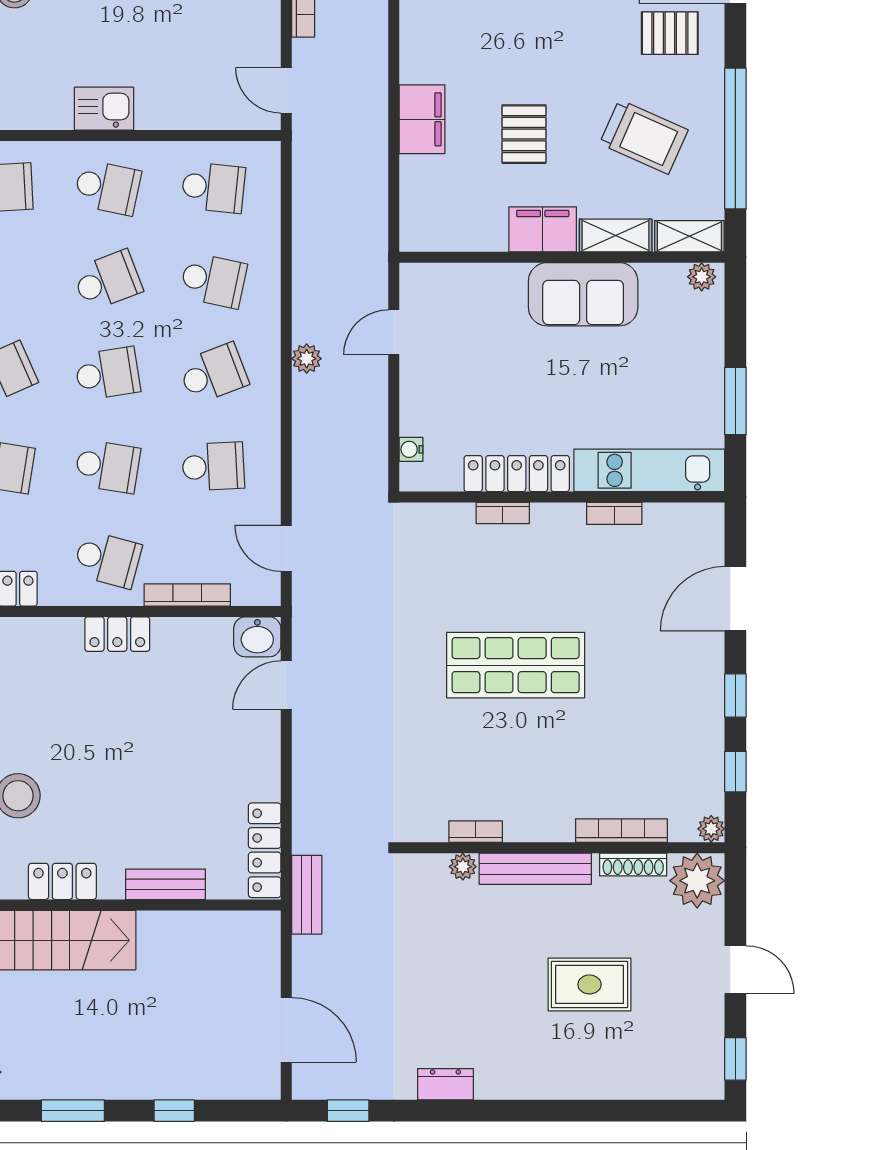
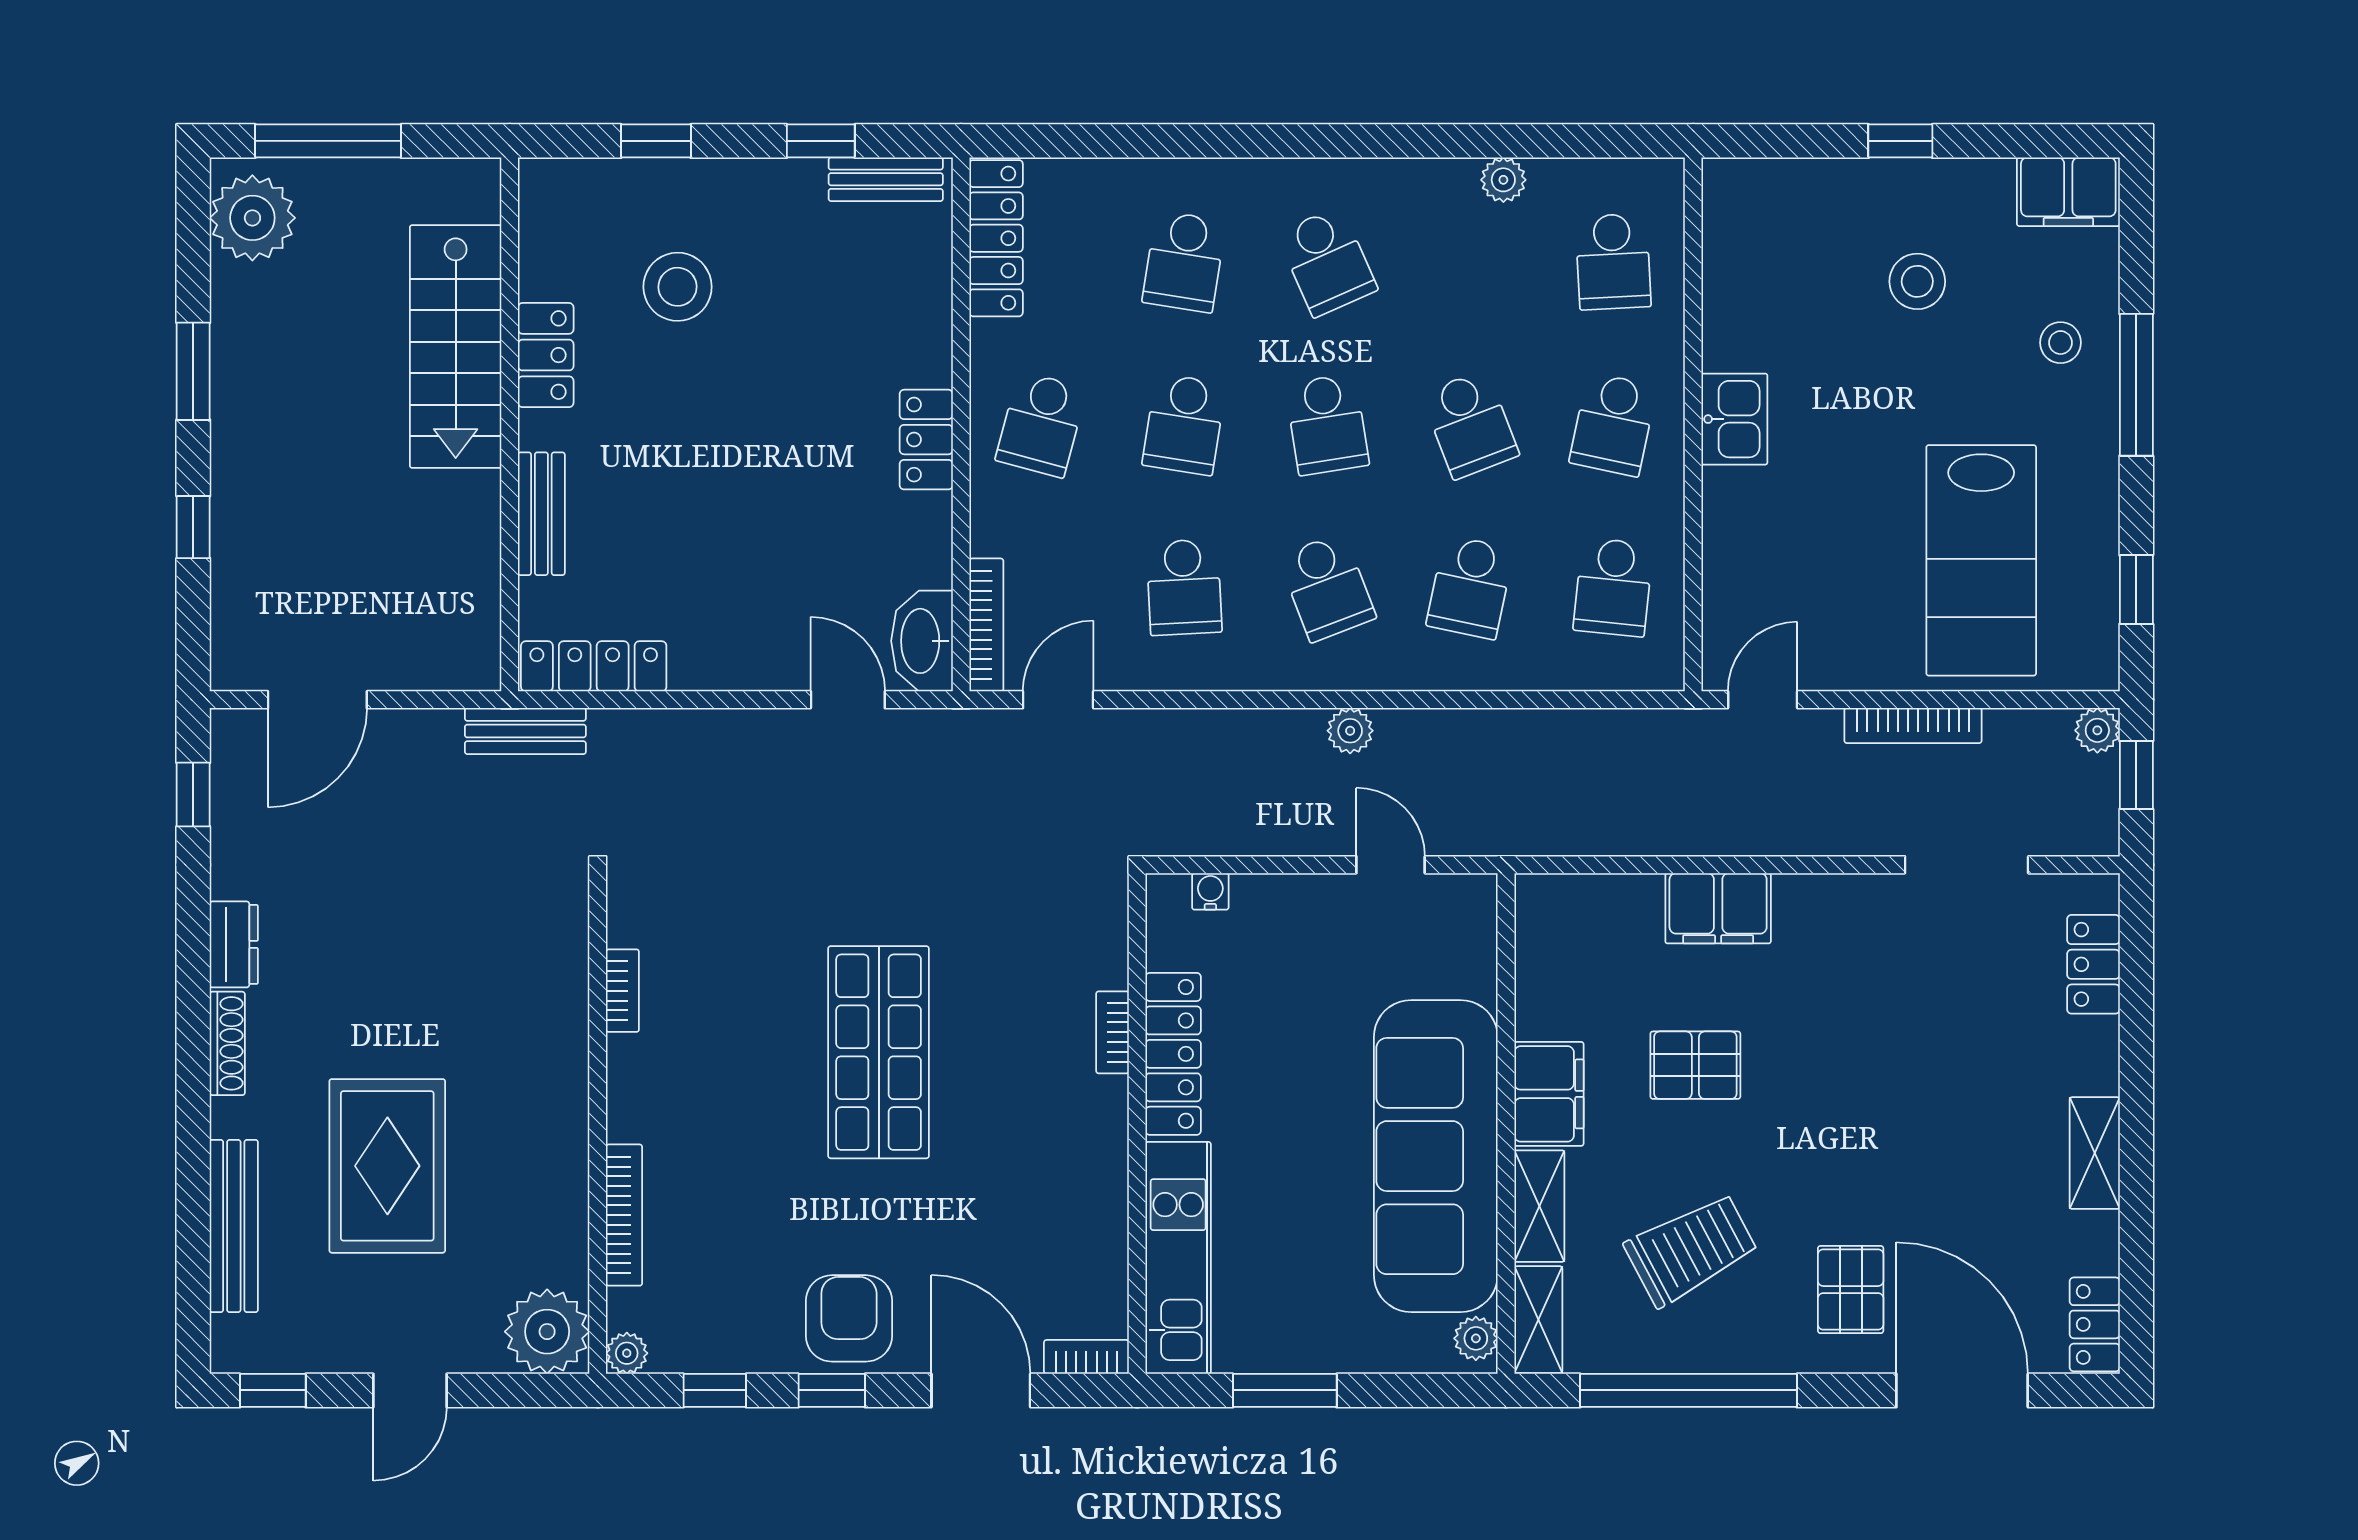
trolley: (644, 137) -> (1691, 1249), turned -142
sofa: (583, 294) -> (1436, 1156), width x1.85, depth x1.27
bookcase: (614, 513) -> (1086, 1357), moved, turned 90
bookcase: (187, 595) -> (986, 625), moved
washbasin: (257, 637) -> (922, 641), width x1.38
armchair: (689, 684) -> (849, 1318), added
shoe rack: (633, 864) -> (227, 1043), moved, turned 180
plant: (463, 867) -> (569, 971), removed
bench: (535, 869) -> (234, 1226), moved
rug: (589, 984) -> (387, 1166), width x1.36, depth x1.43

